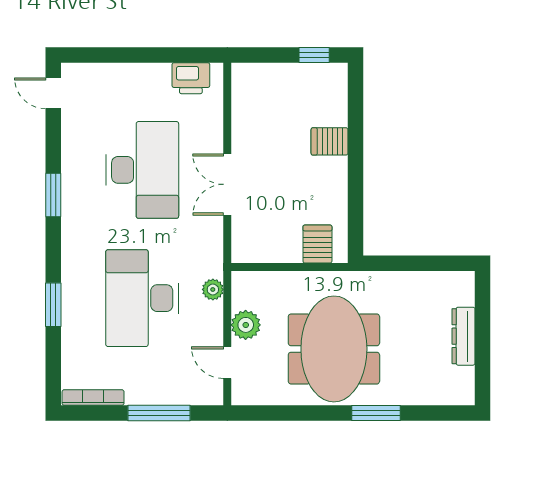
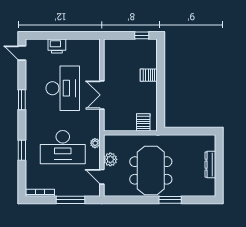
printer: (191, 78) -> (57, 46), moved
desk: (142, 298) -> (63, 147), turned -90

